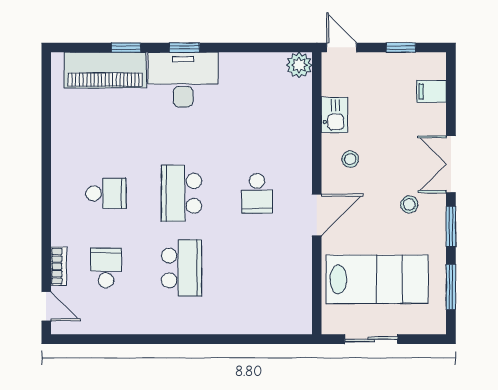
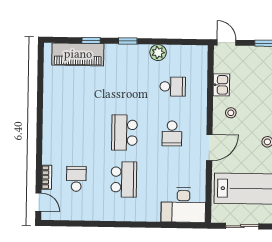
plant: (299, 65) -> (158, 53), moved
desk: (183, 80) -> (183, 205), moved, turned 180
school desk: (106, 193) -> (173, 86), moved

